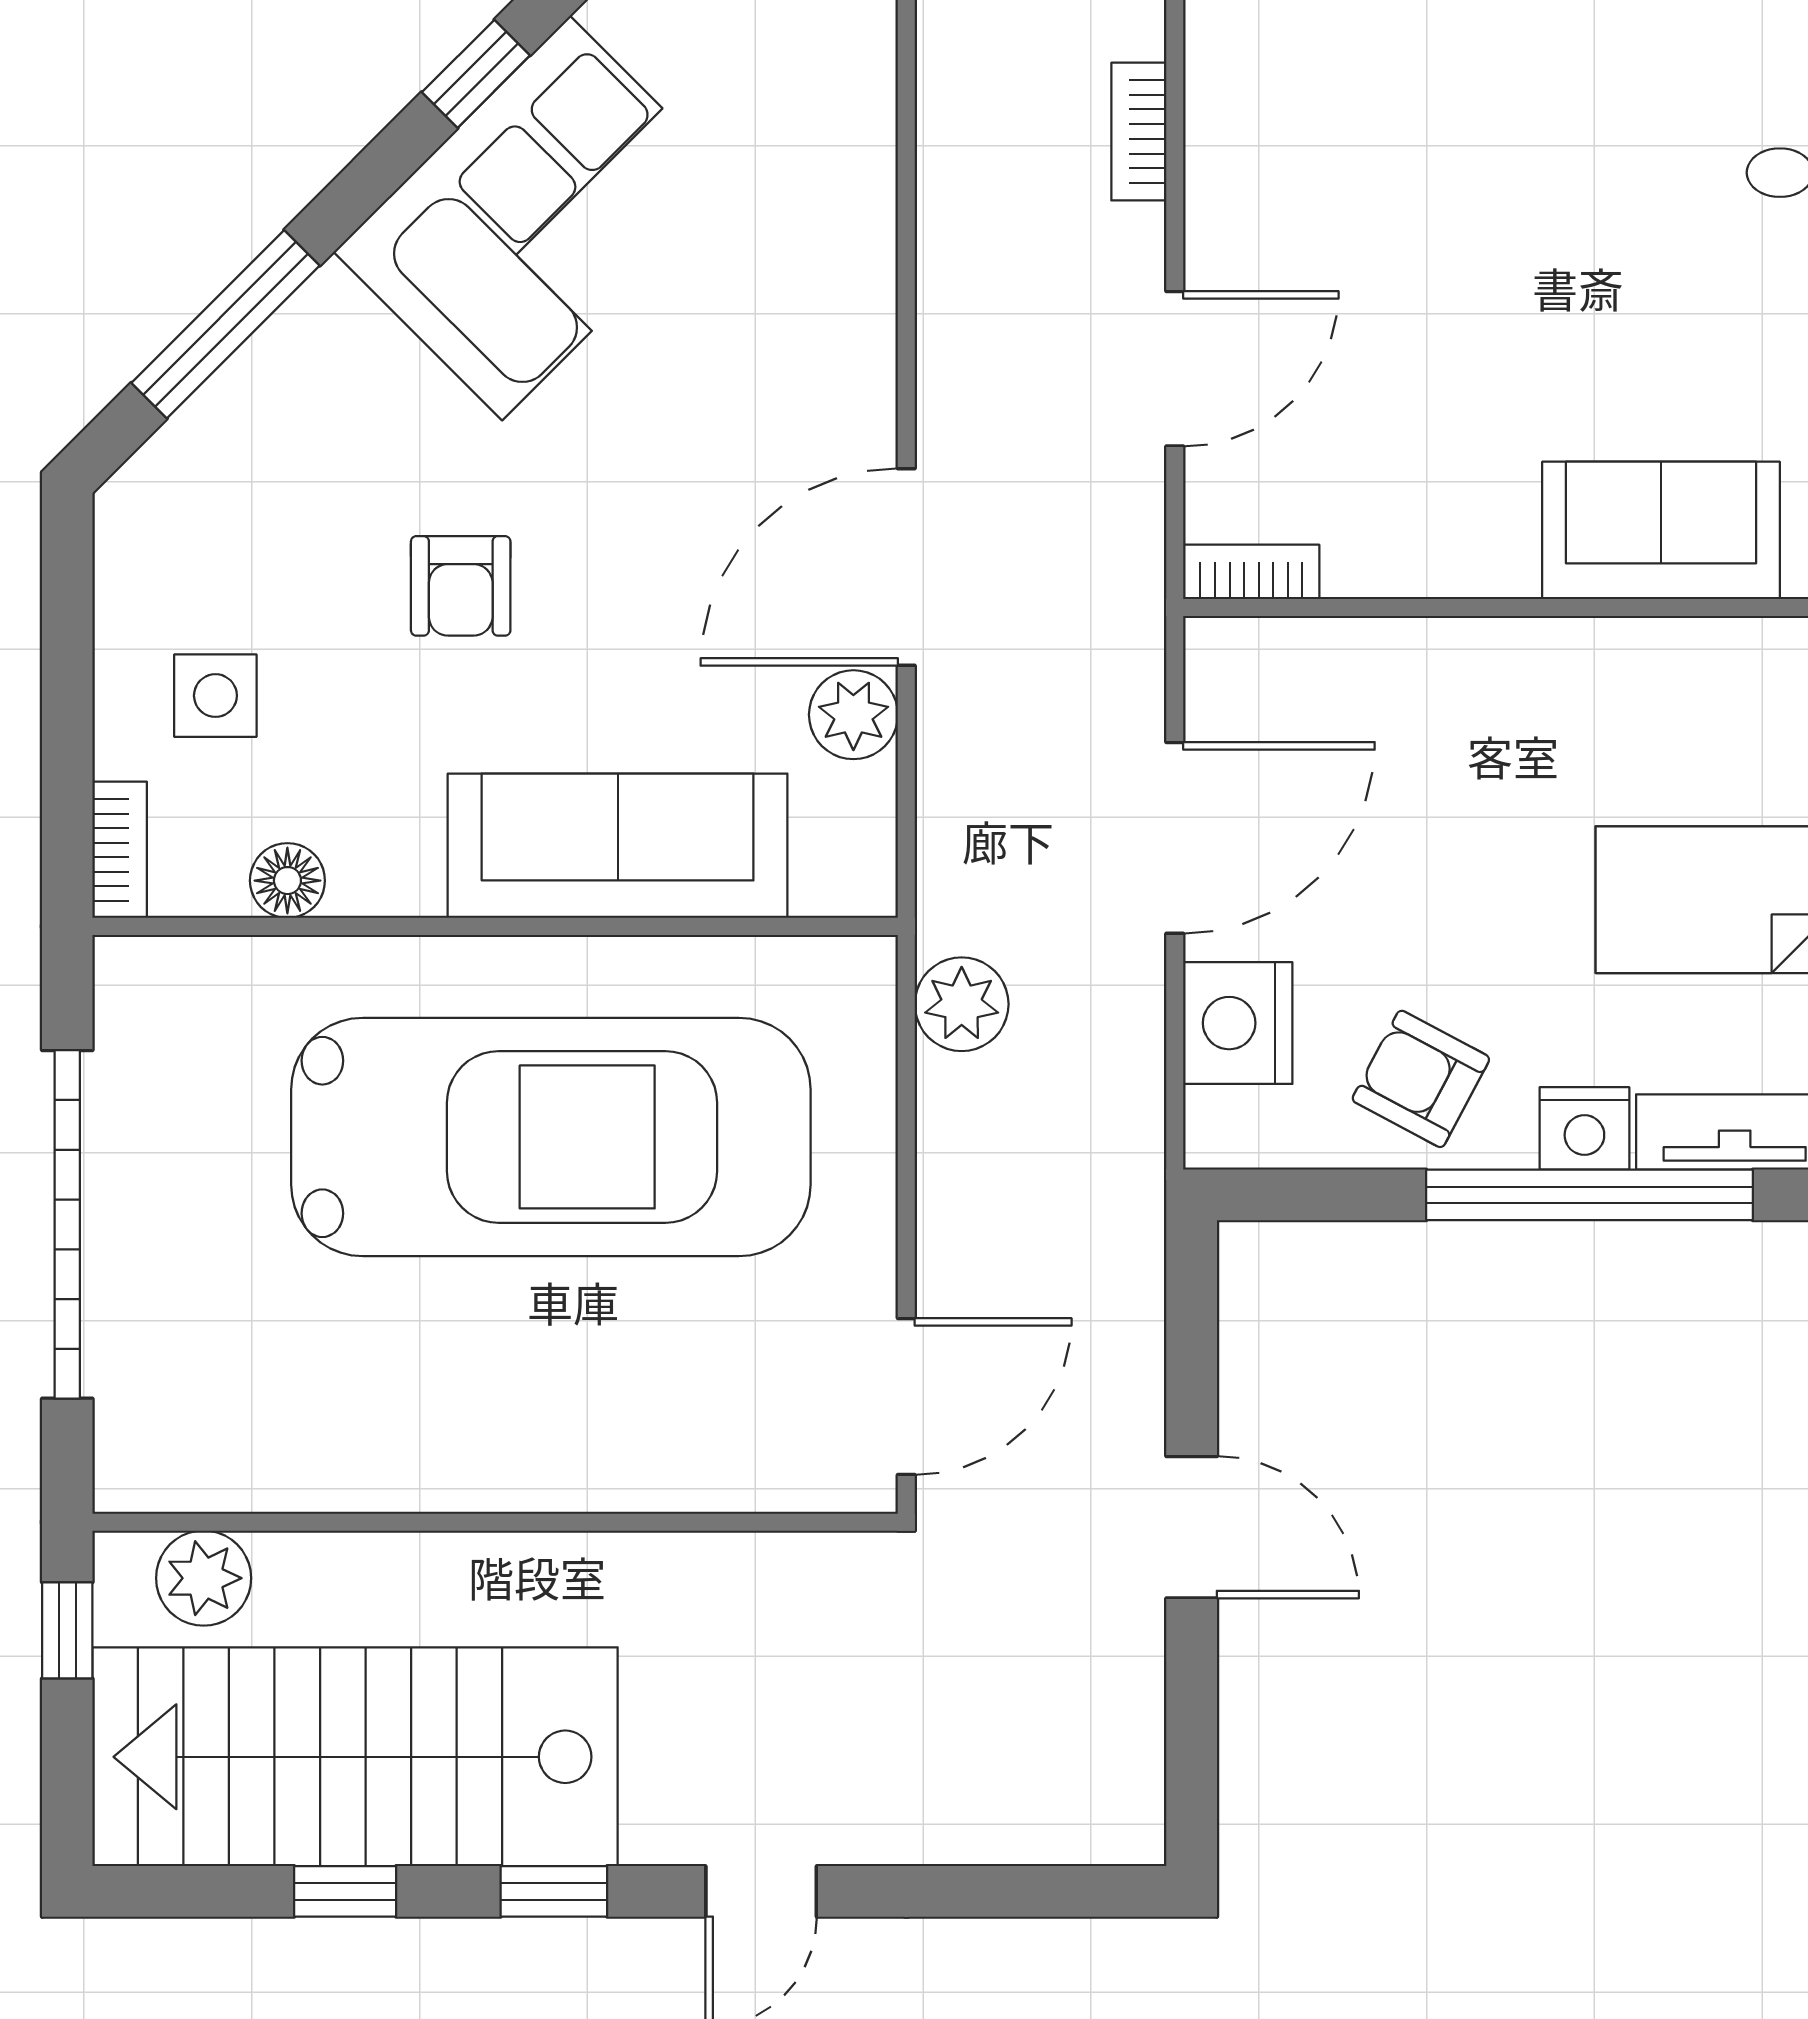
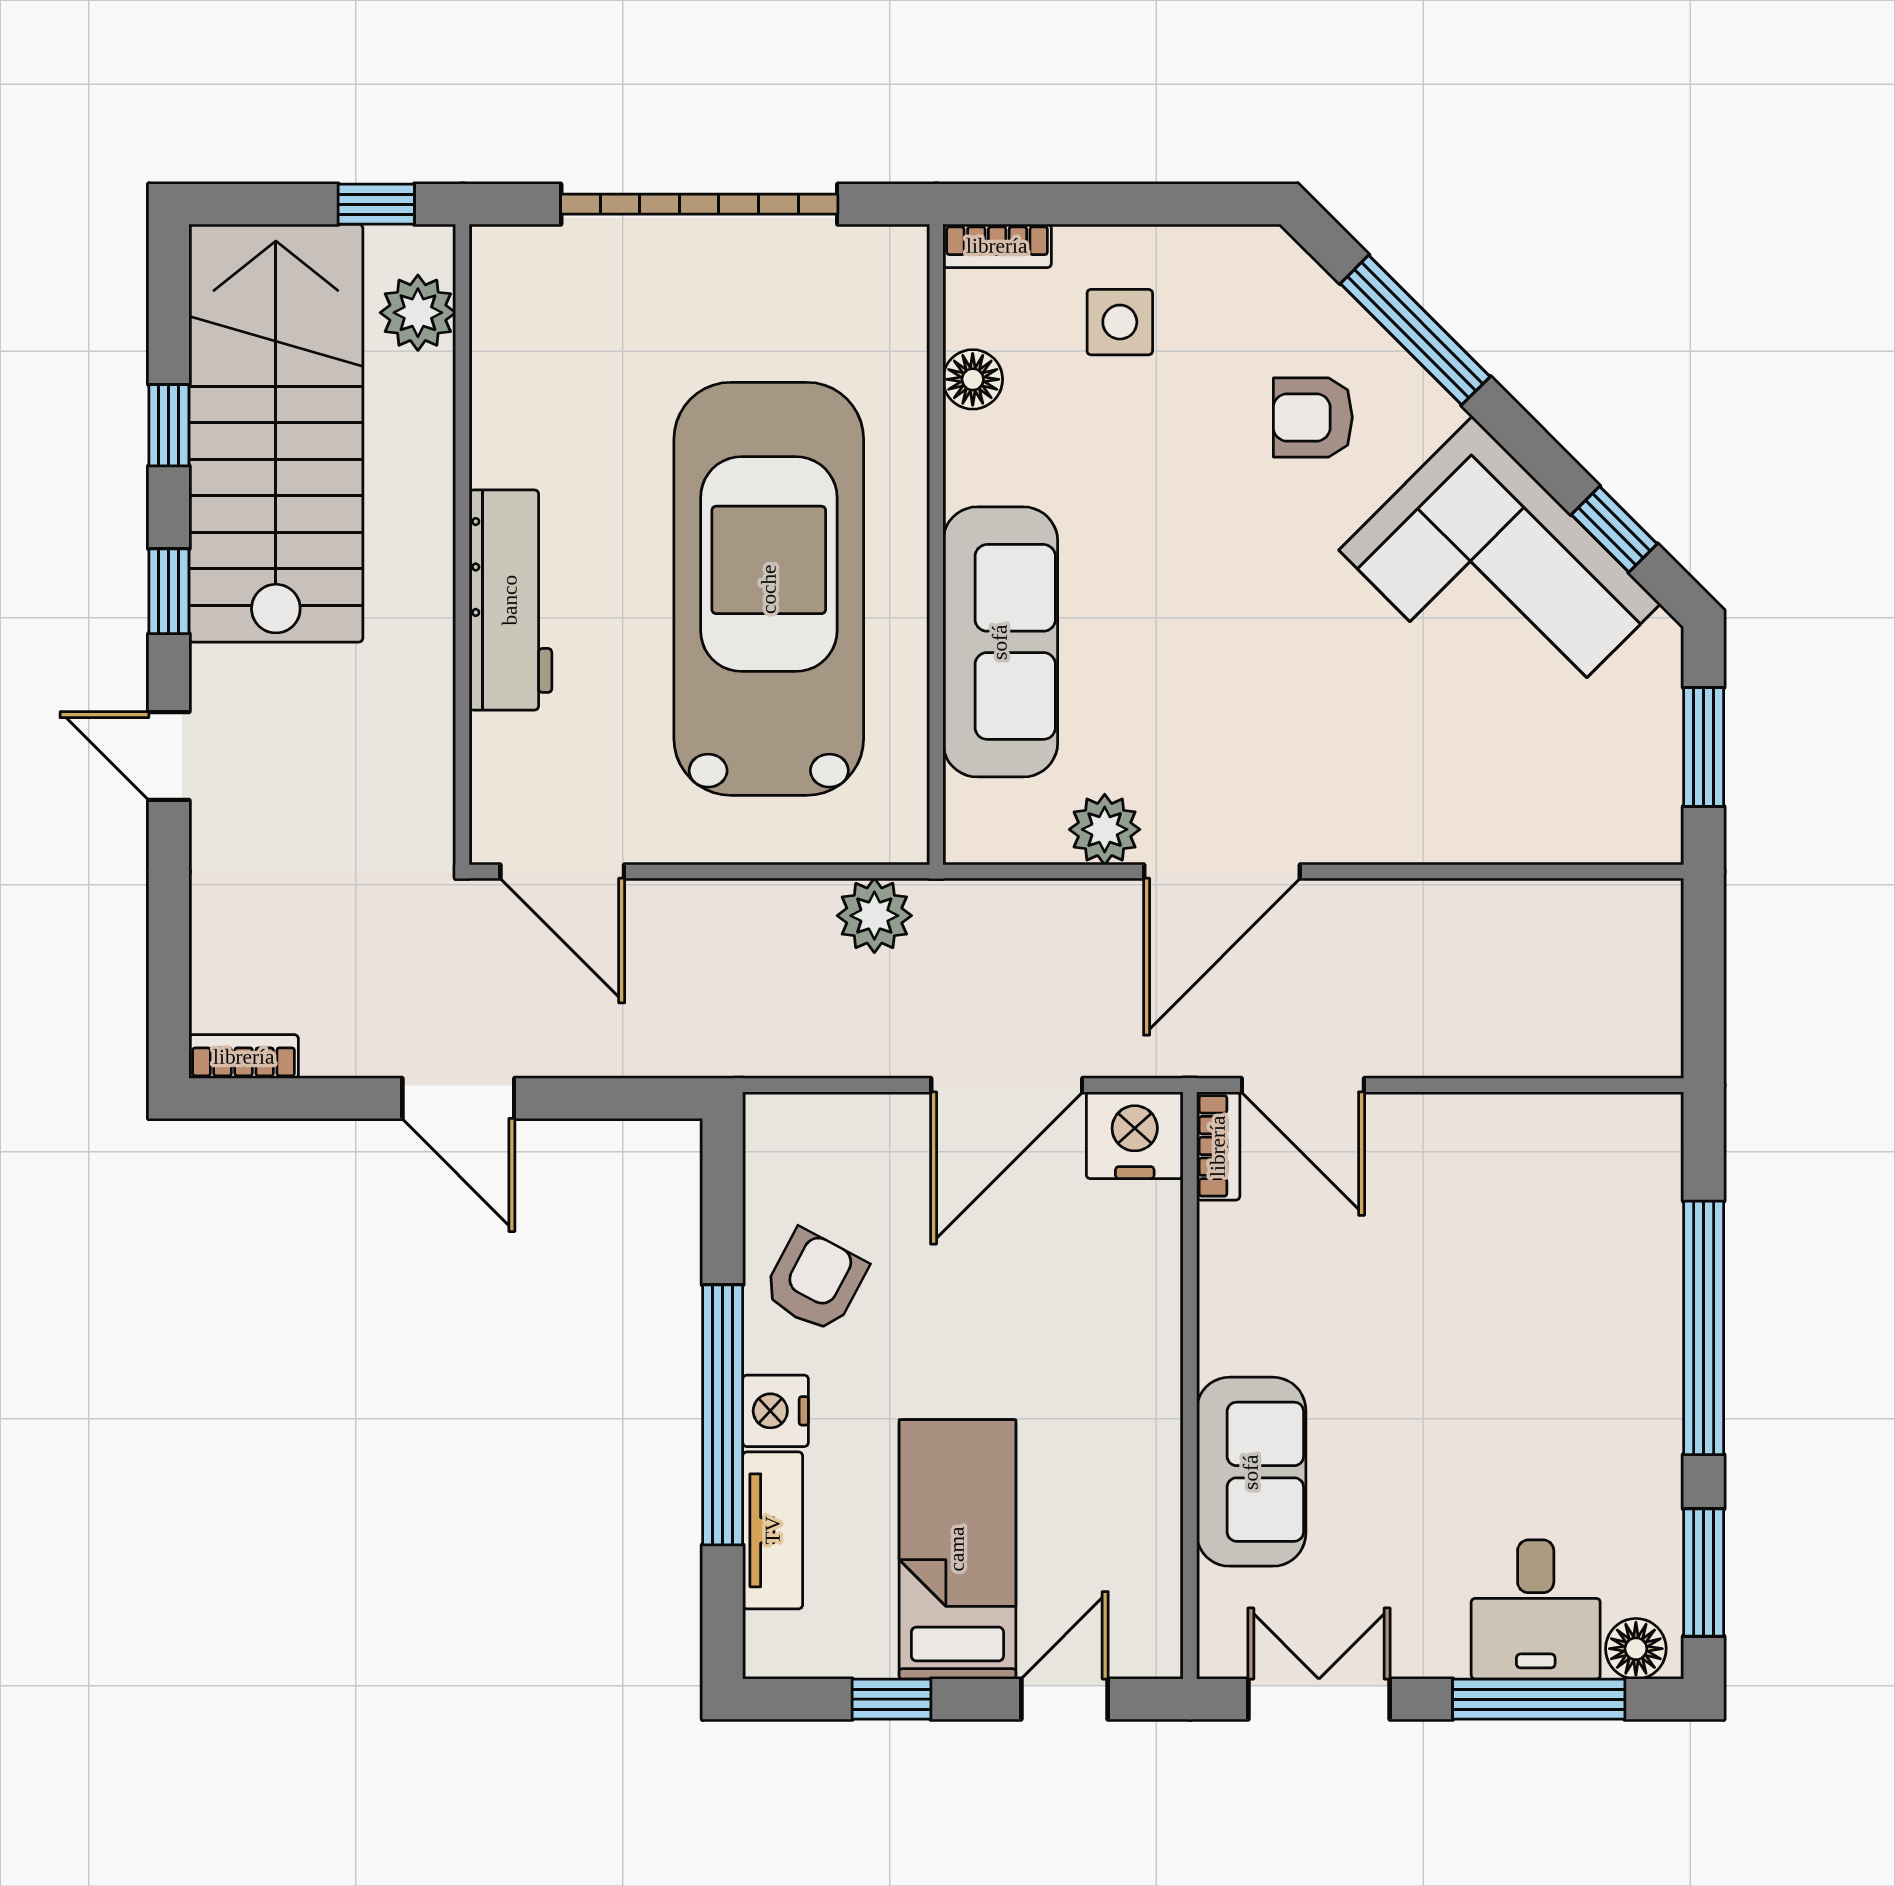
bookcase: (1139, 132) -> (244, 1057), moved
door: (1175, 369) -> (1303, 1085), moved
door: (906, 567) -> (1222, 872), swing flipped
armchair: (461, 586) -> (1313, 417), moved
door: (1175, 838) -> (1007, 1085), hinge flipped
nightstand: (1238, 1023) -> (1135, 1135), moved
car: (551, 1137) -> (769, 589), turned 180
workbench: (565, 1462) -> (510, 600), added
door: (1192, 1527) -> (458, 1098), hinge flipped

